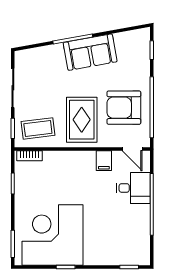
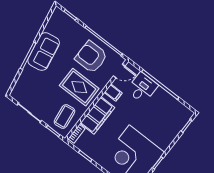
armchair: (124, 108) -> (91, 57), turned 90
filing cabinet: (66, 163) -> (97, 115), added

